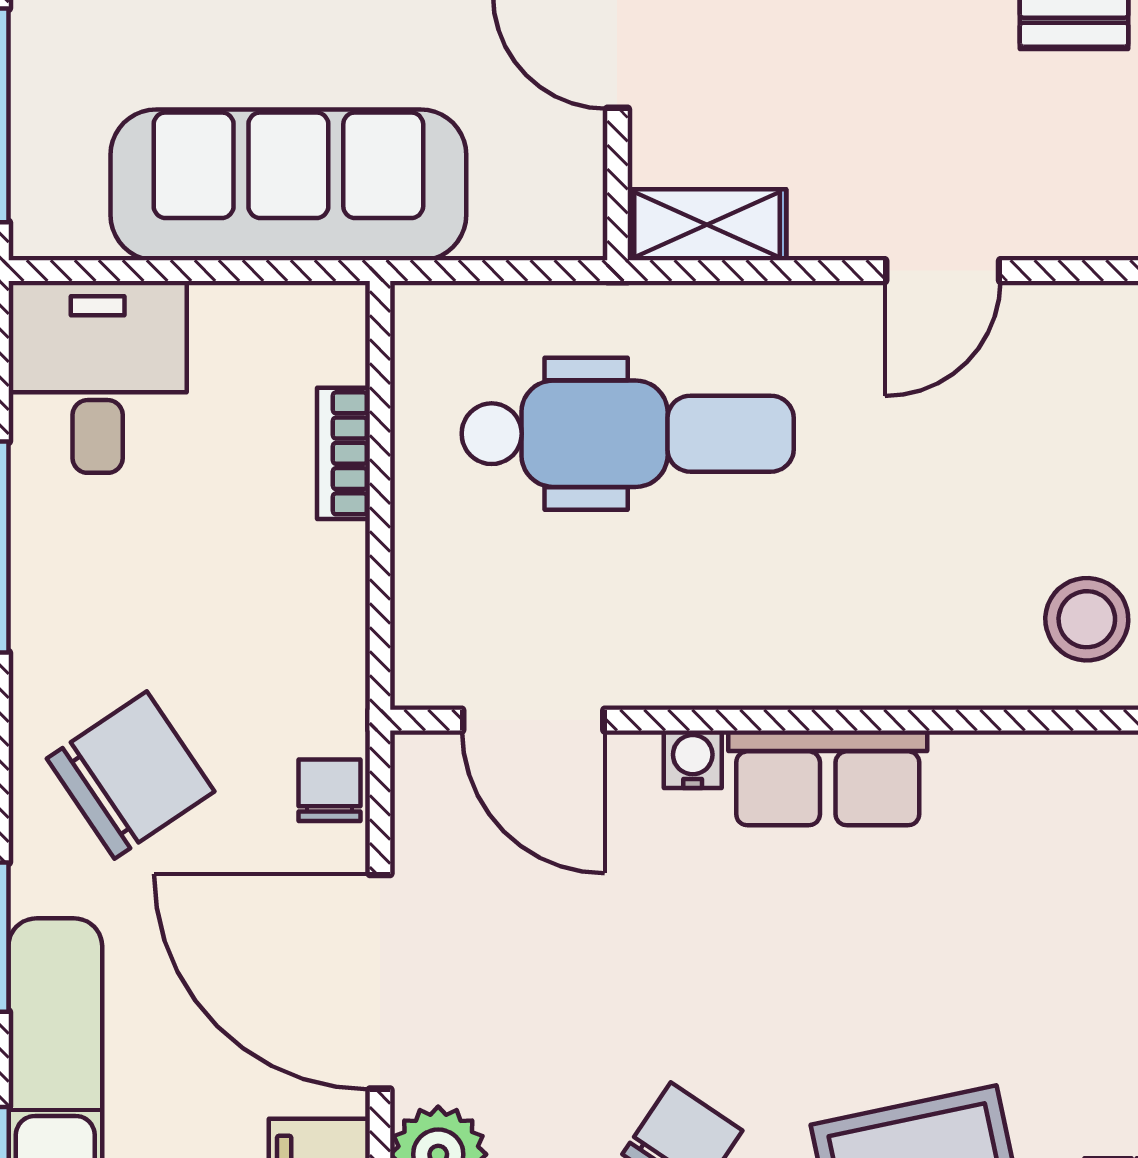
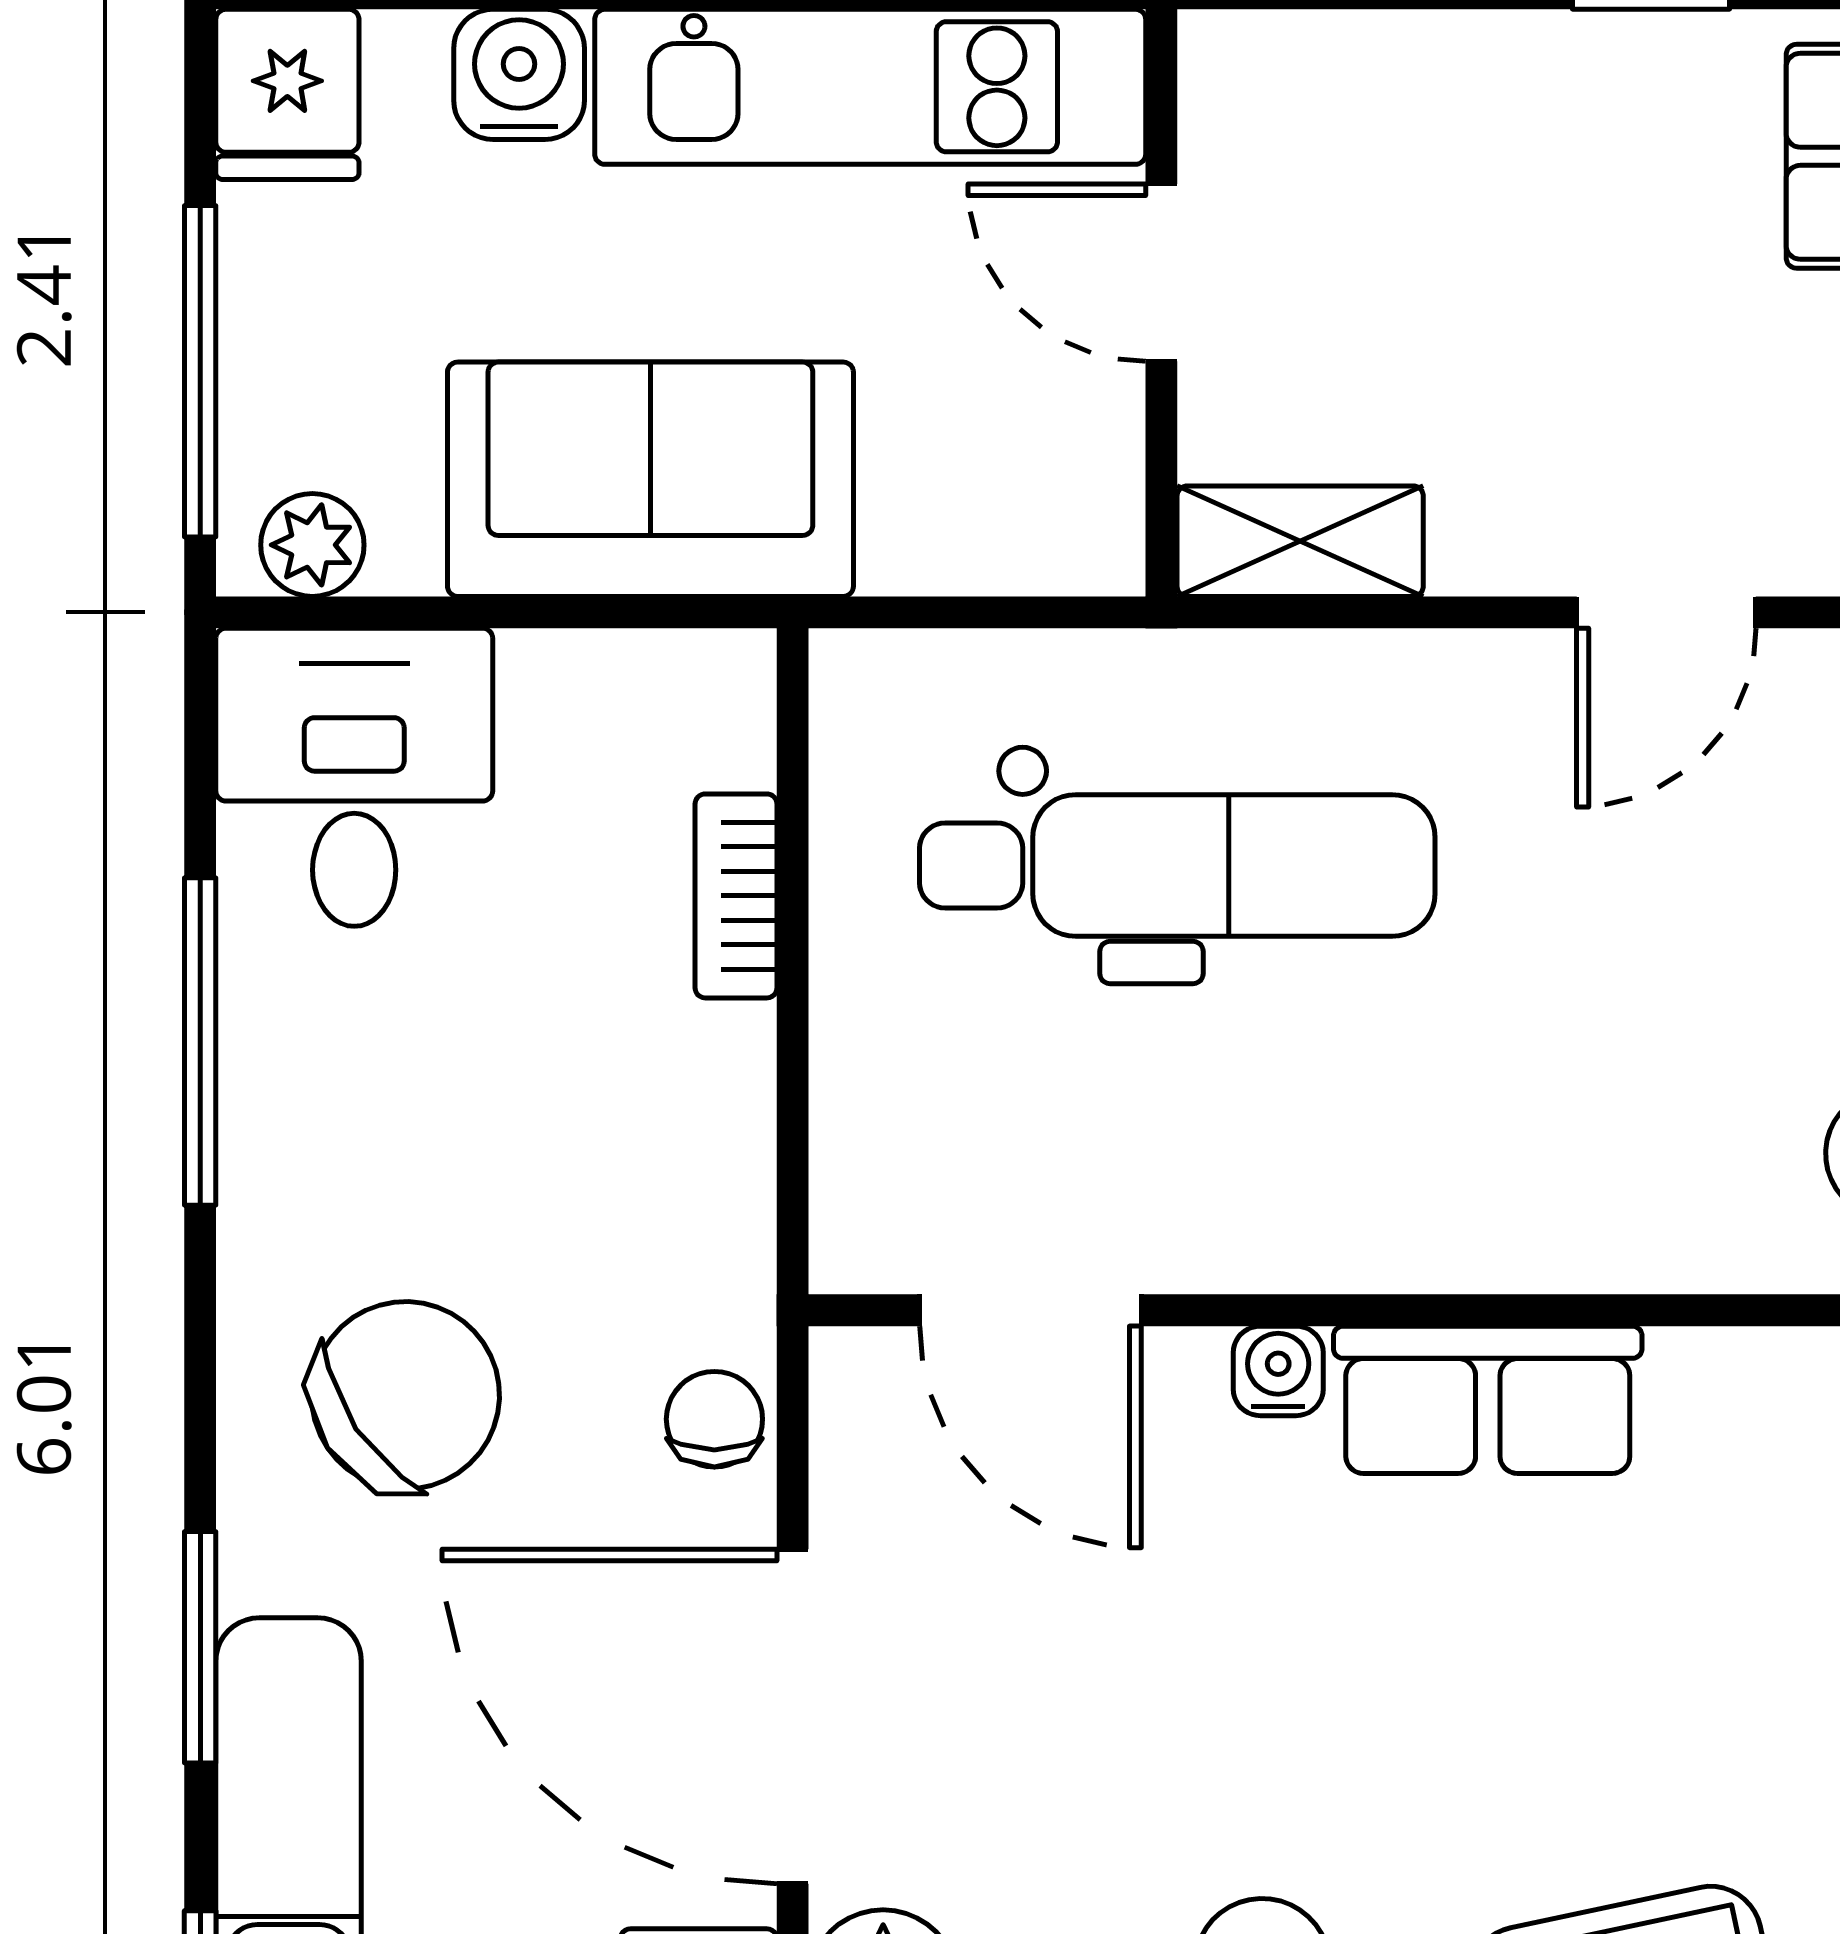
sofa: (288, 185) -> (650, 479), width x0.73
plant: (71, 227) -> (312, 545), added

